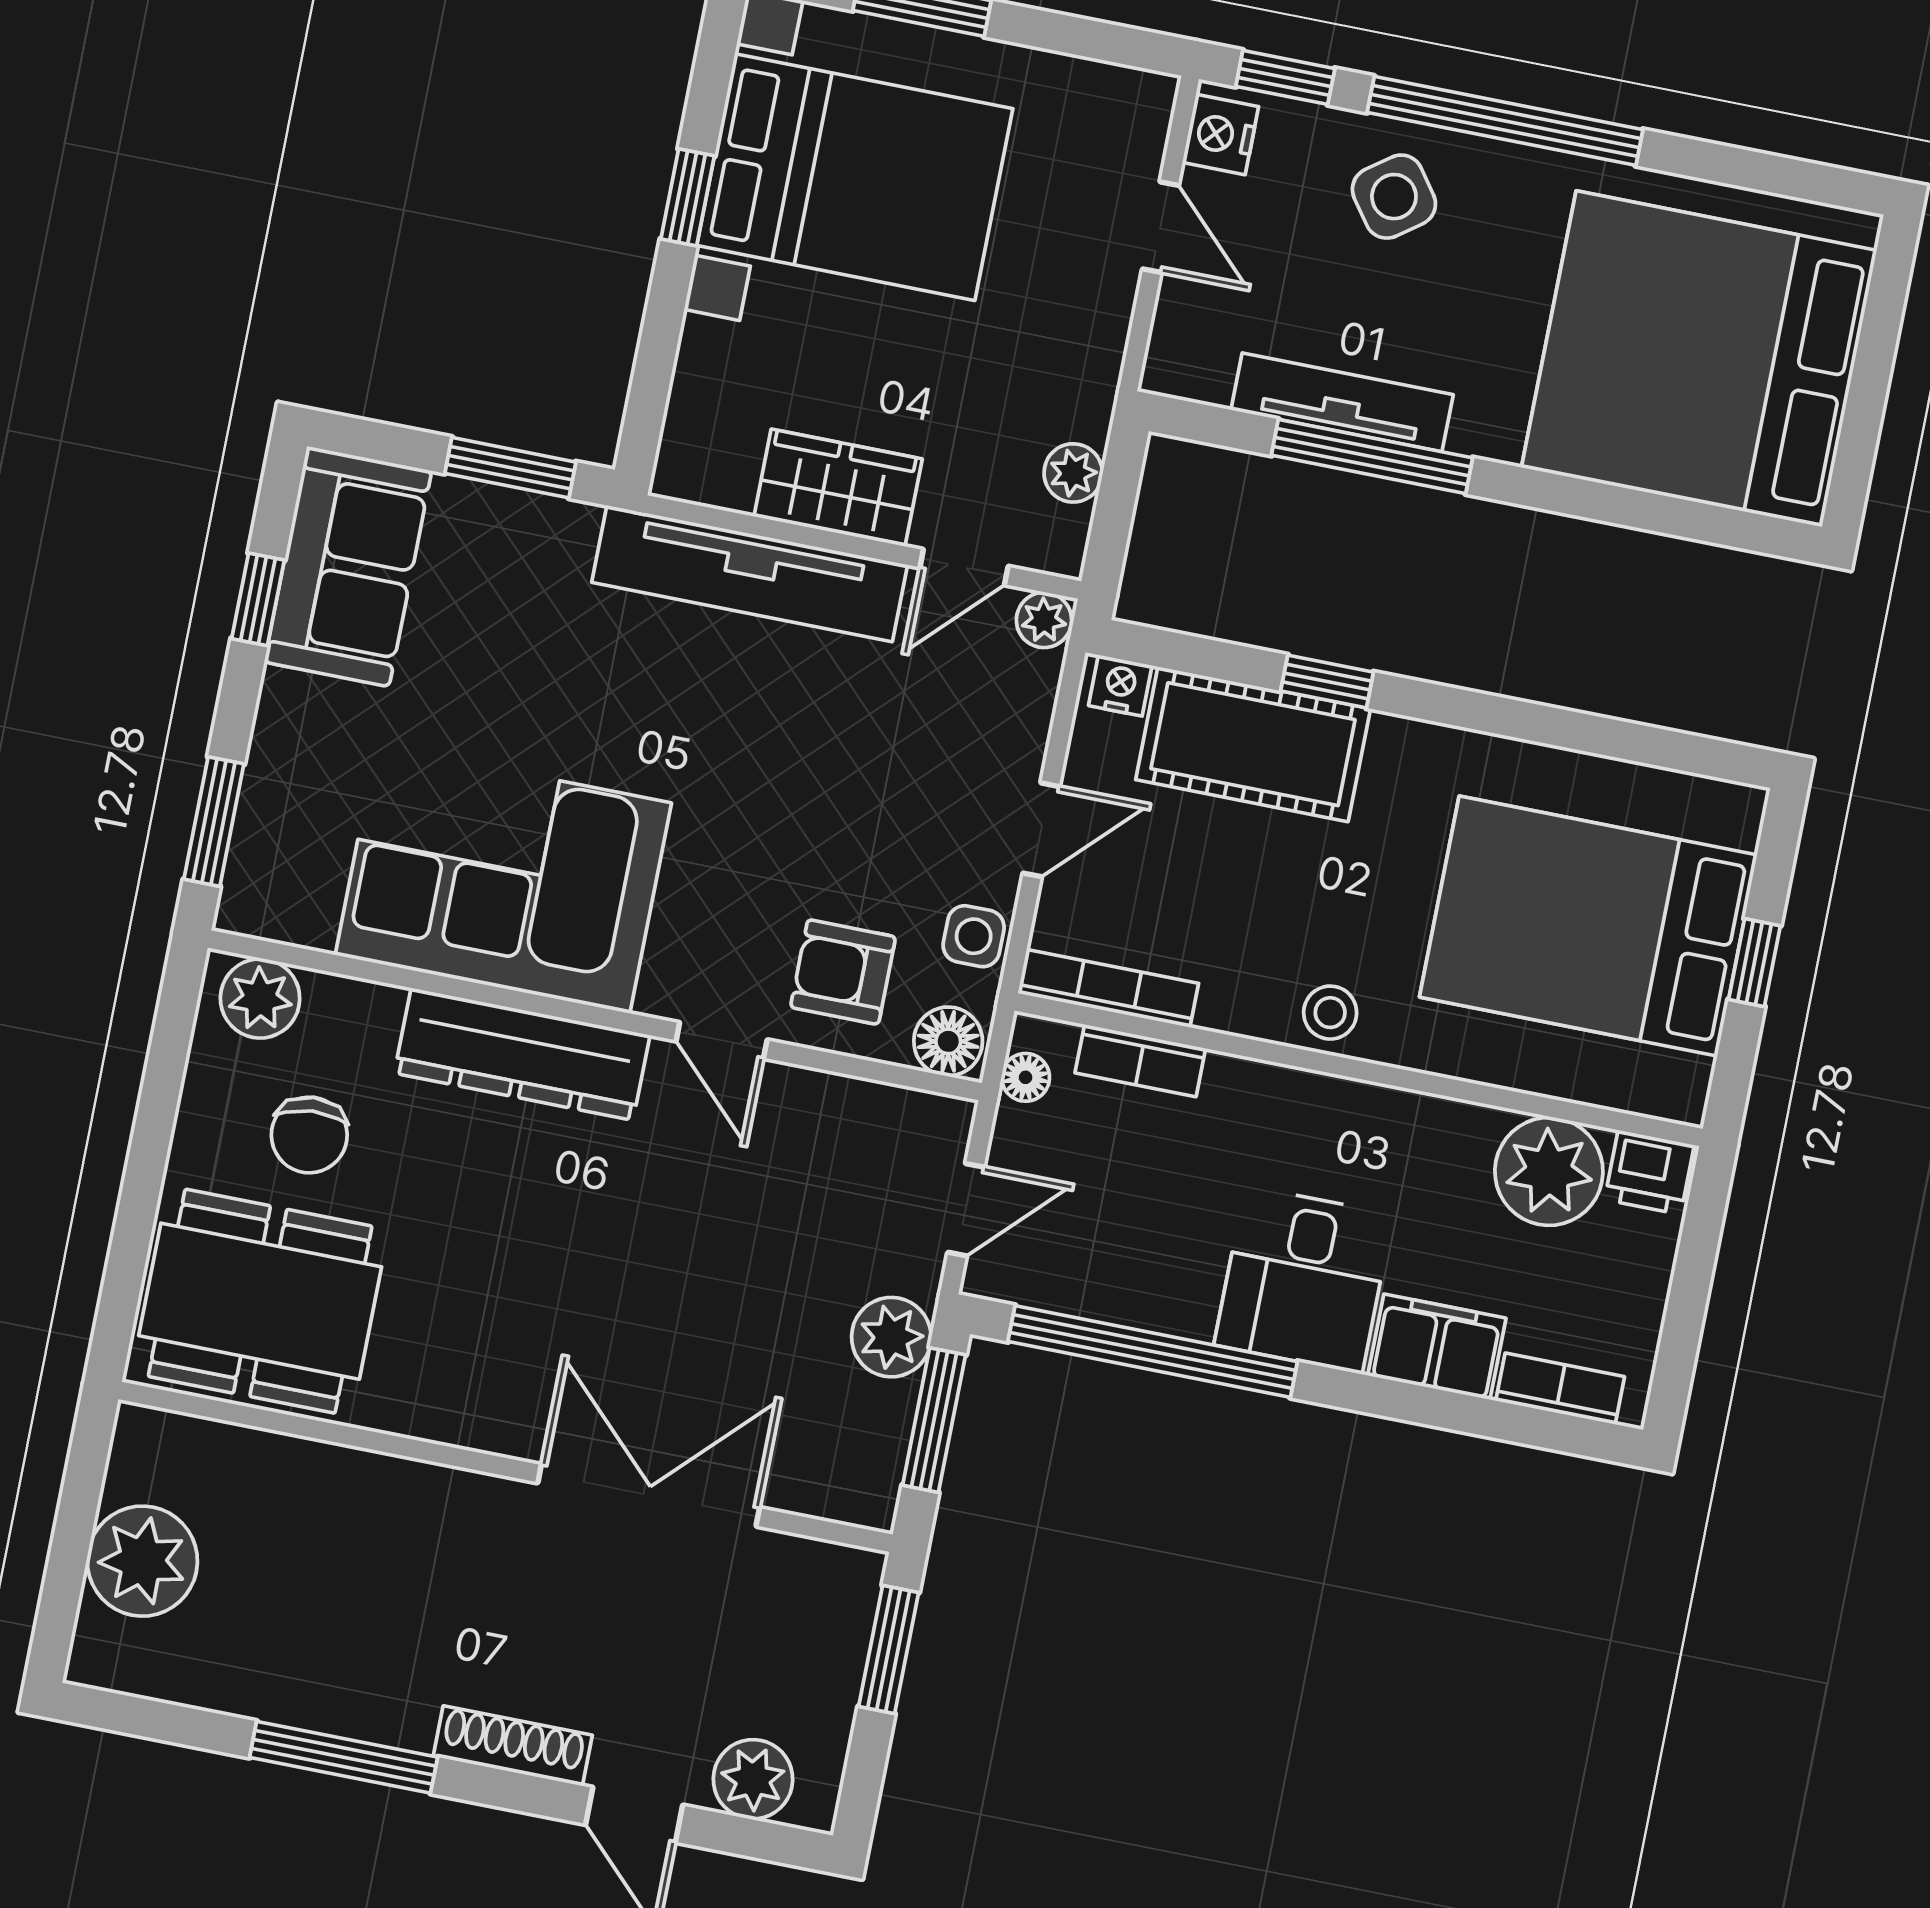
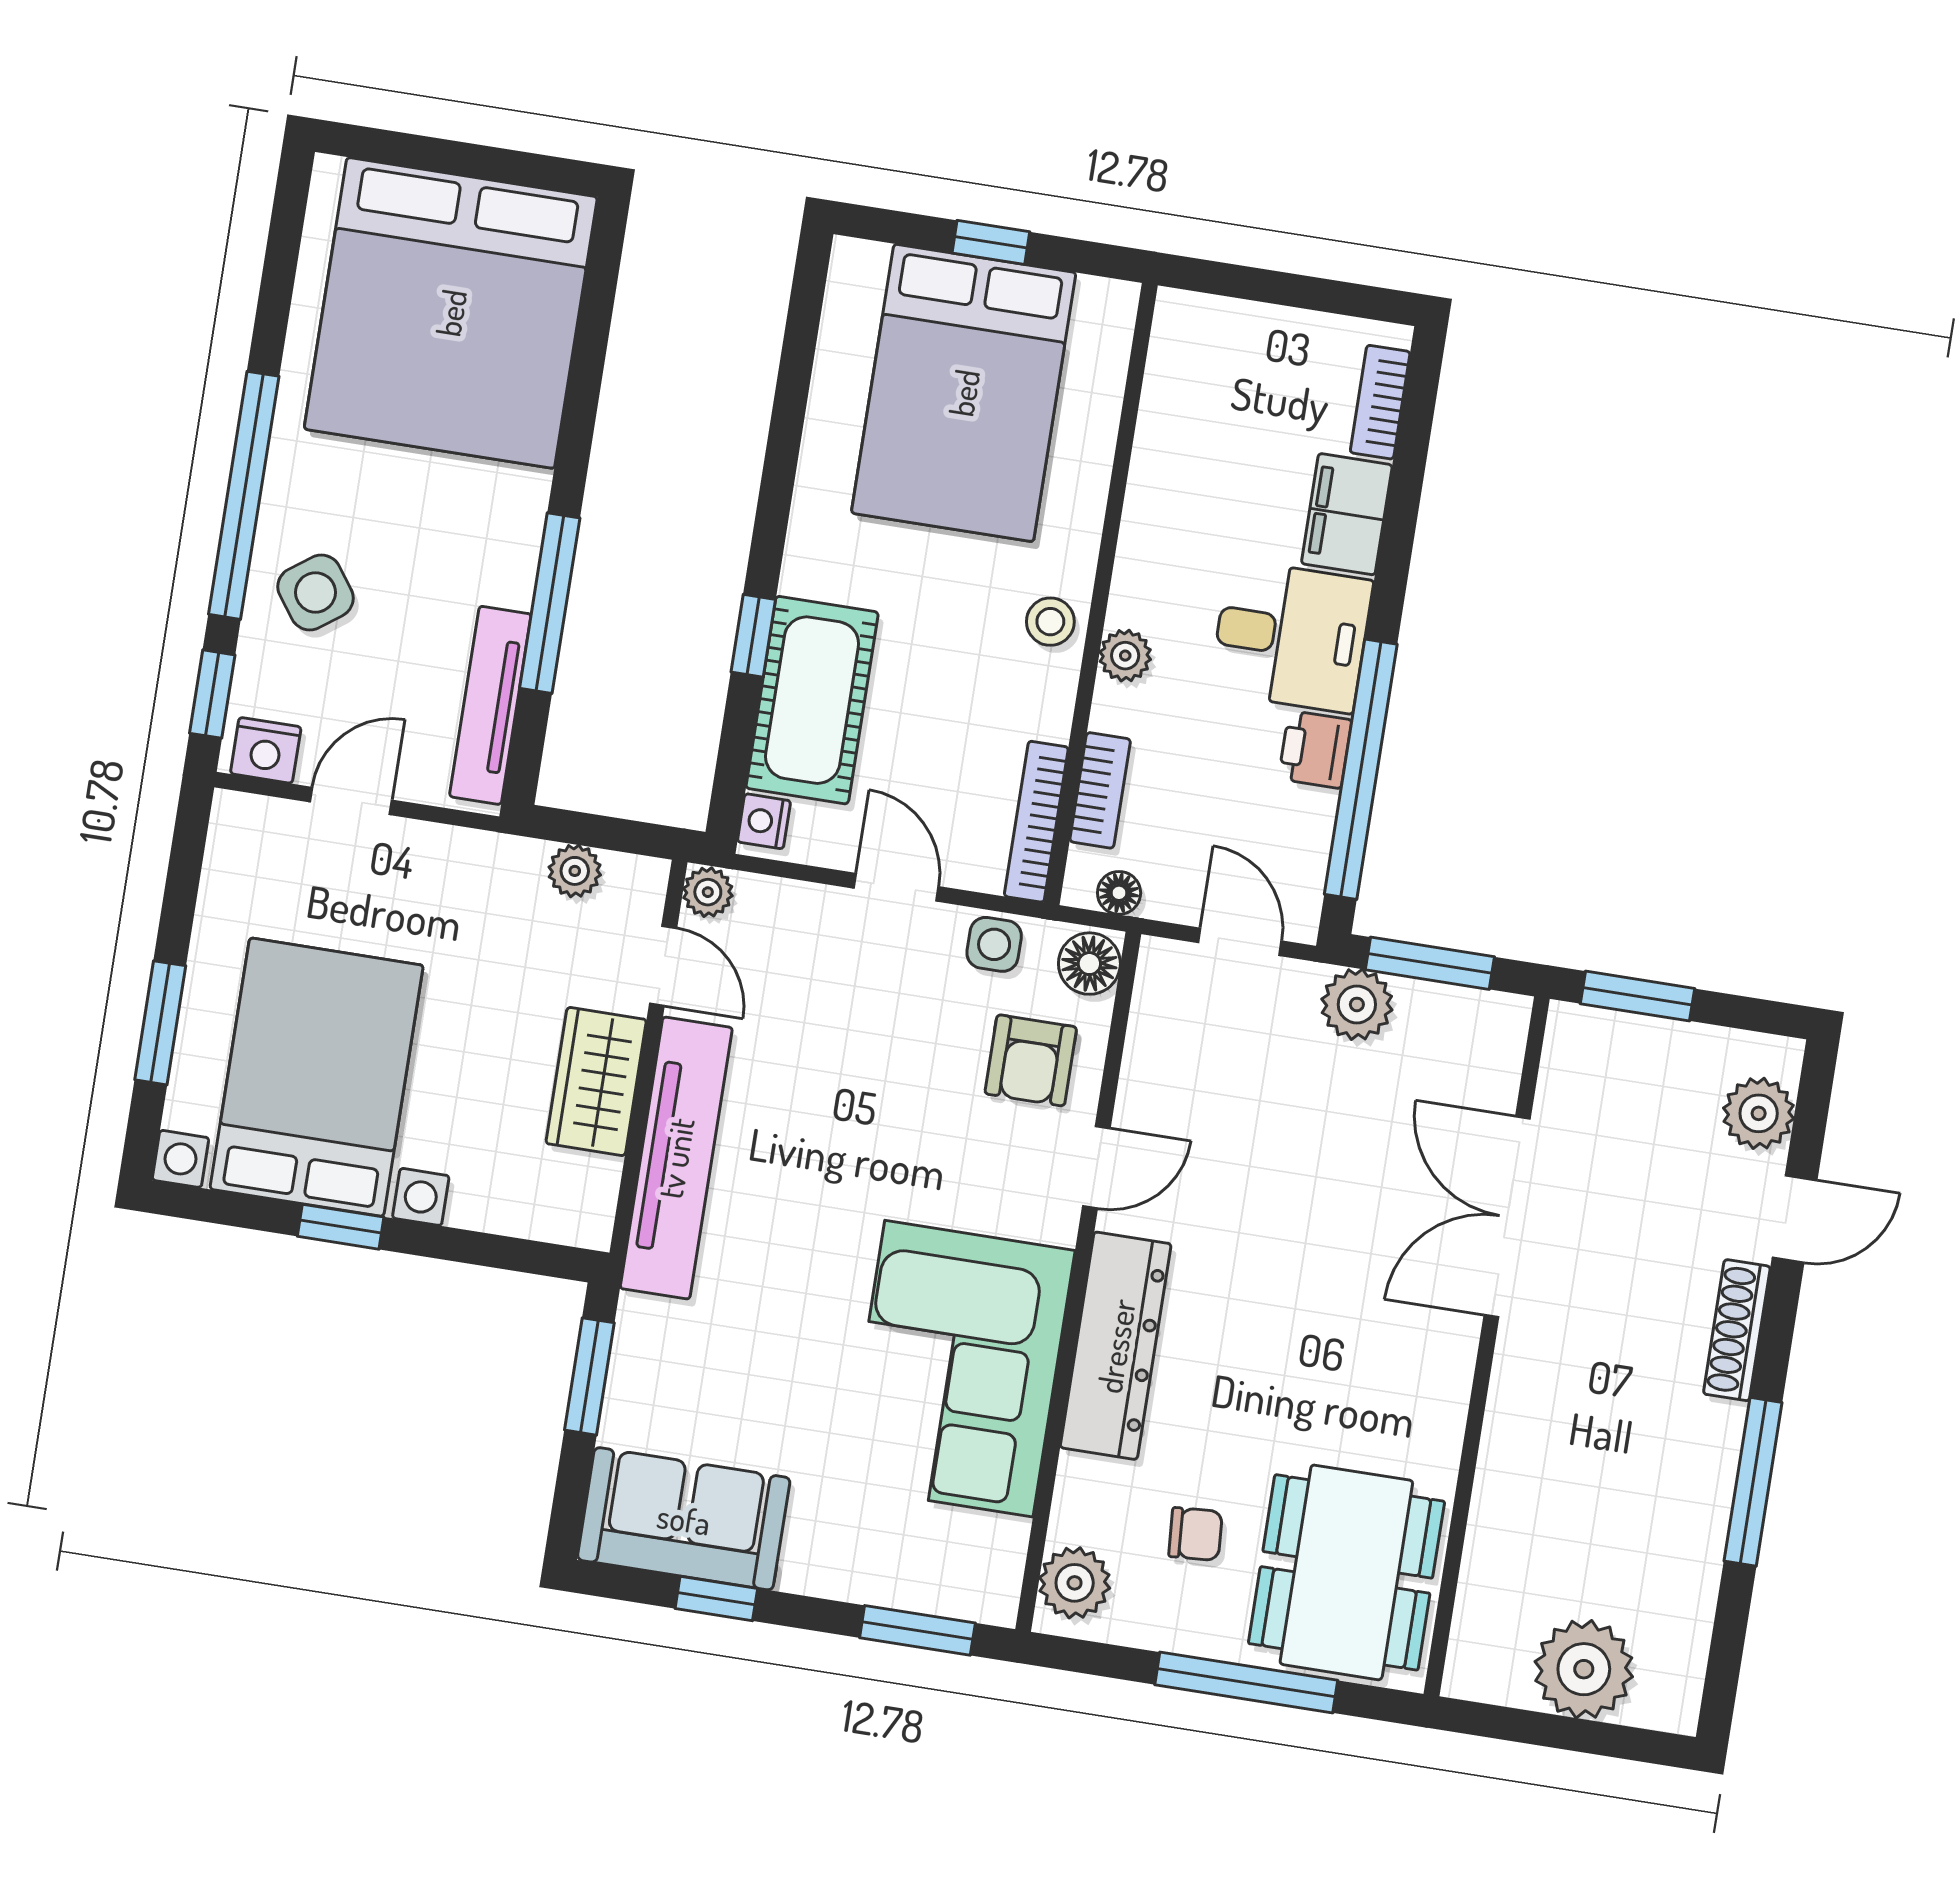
tv unit: (1342, 402) -> (490, 705), moved
chair: (309, 1135) -> (1195, 1534), width x0.73, depth x0.73
plant: (1549, 1171) -> (1125, 656), moved, width x0.53, depth x0.53
printer: (1649, 1172) -> (1315, 749), moved, turned 180
window: (142, 1185) -> (1246, 1682), added

